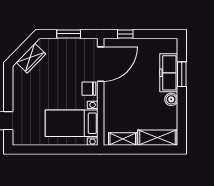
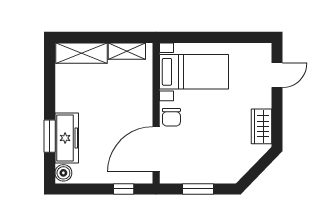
wardrobe: (31, 58) -> (261, 126), moved, turned -44
chair: (89, 89) -> (171, 117), turned 90
boiler: (171, 99) -> (63, 173), moved

